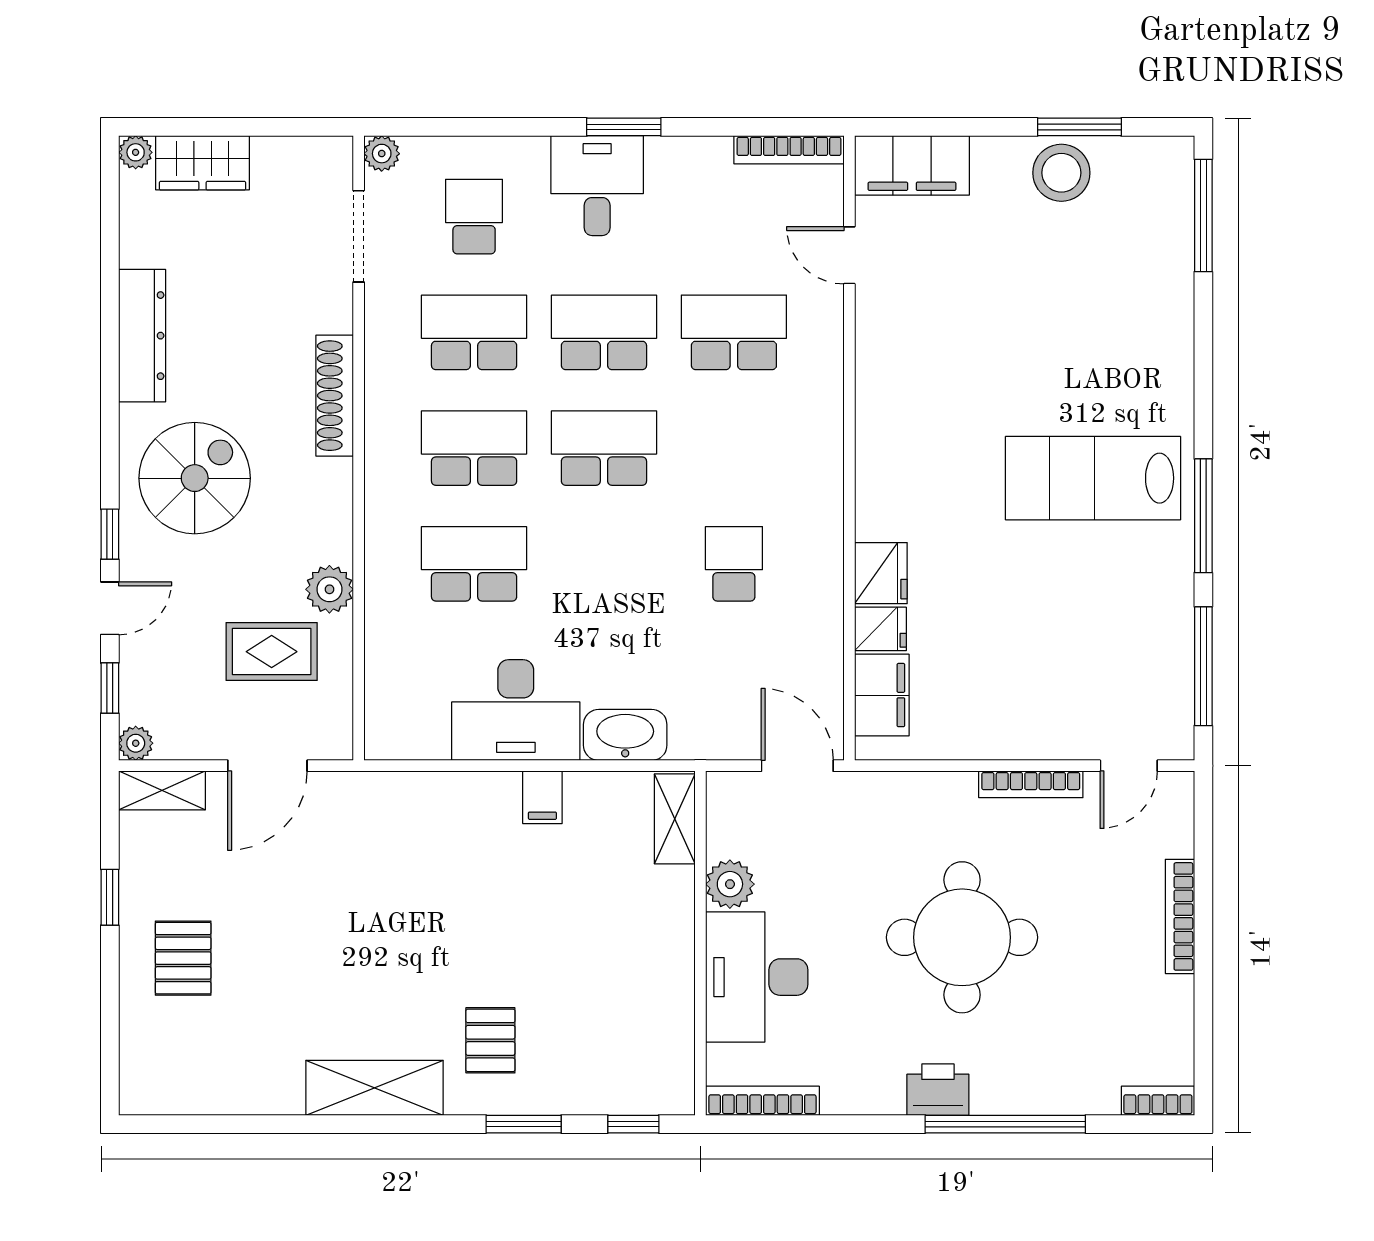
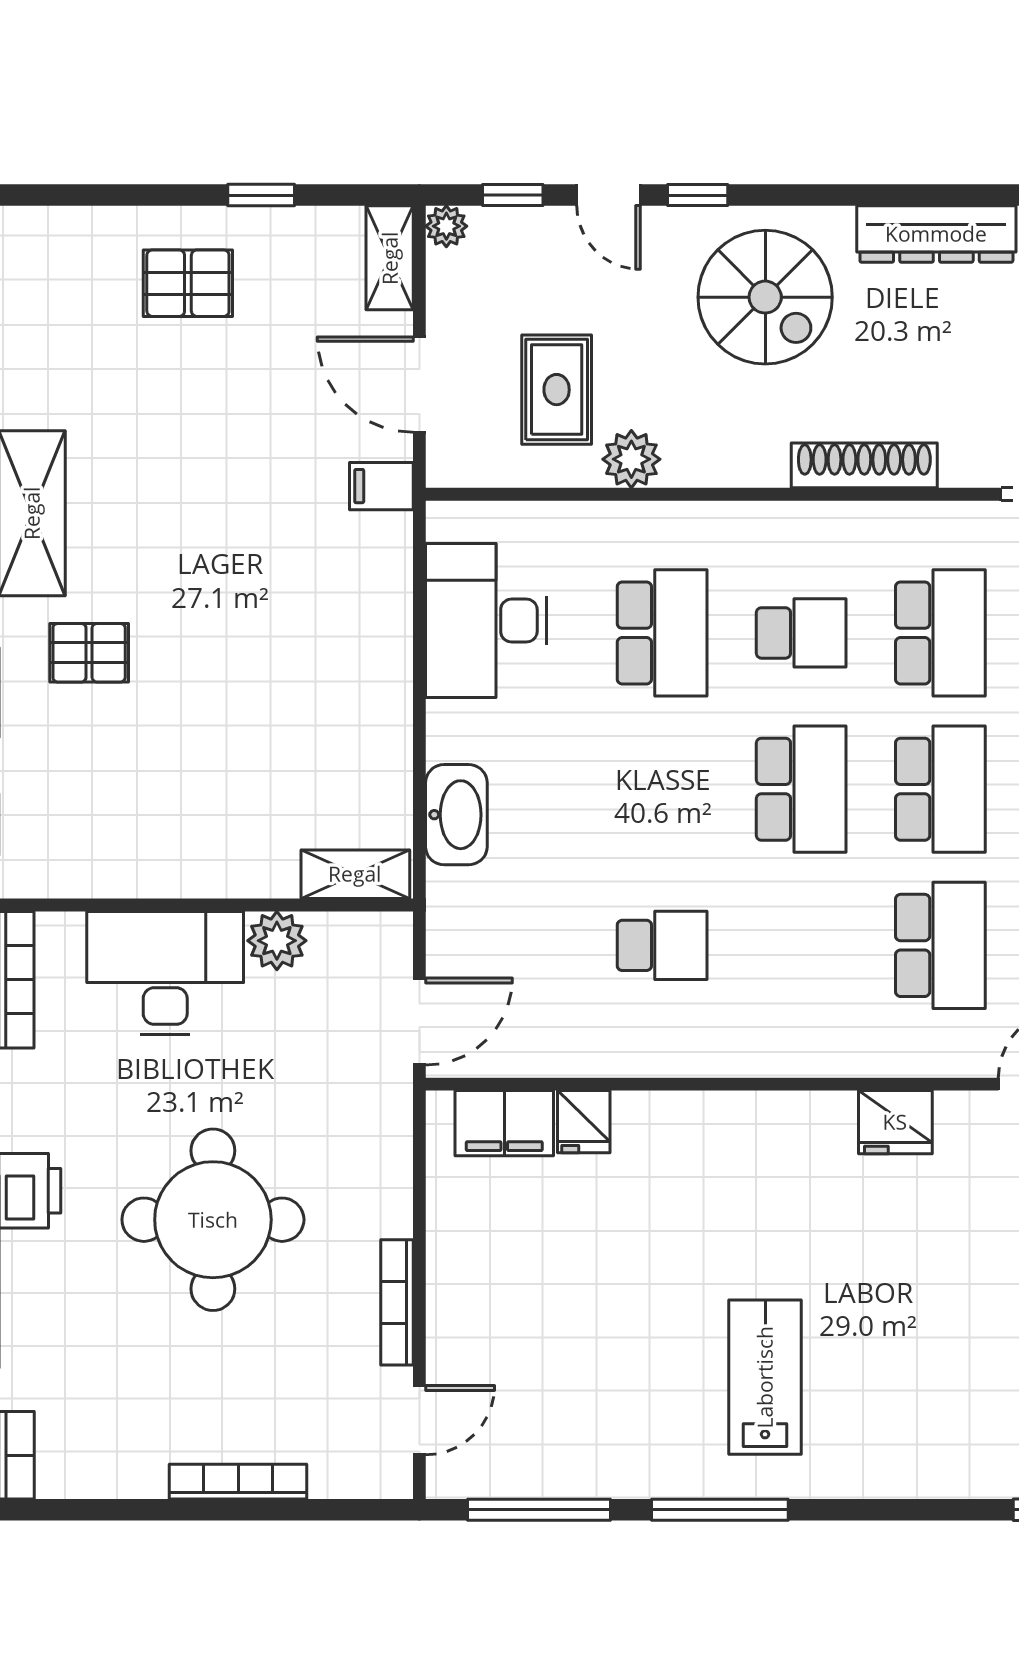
school desk: (474, 448) -> (801, 633), width x0.54
lab bench: (1093, 478) -> (765, 1377), width x0.73, depth x0.72
fridge: (881, 573) -> (895, 1122), moved
desk: (516, 710) -> (486, 621), moved
door: (1129, 766) -> (419, 1420), swing flipped
filing cabinet: (542, 797) -> (381, 486), moved

